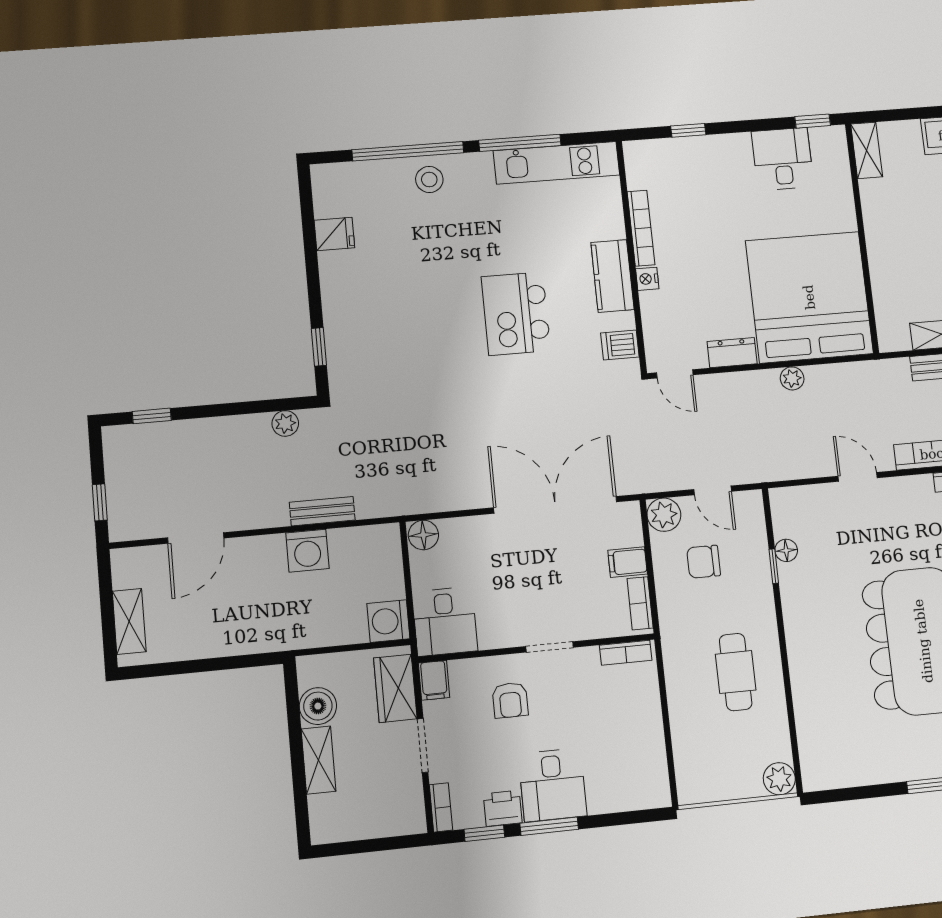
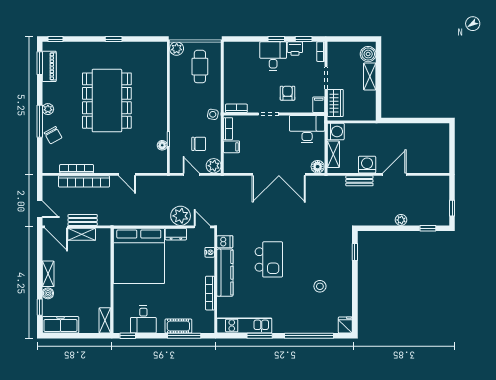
window: (688, 130) -> (184, 336), width x2.17
window: (520, 143) -> (260, 336), width x0.69
cot: (704, 151) -> (178, 326), added
stool: (429, 179) -> (320, 286), moved
fridge: (334, 234) -> (345, 325), moved, turned 90
kitchen counter: (612, 276) -> (225, 273), width x1.50
nightstand: (647, 279) -> (210, 252), moved
plant: (792, 378) -> (181, 216), moved, width x1.88, depth x1.88
plant: (285, 423) -> (401, 220), moved
window: (100, 502) -> (452, 208), moved
double door: (555, 505) -> (279, 174), moved
door: (196, 538) -> (394, 174), moved
shelving: (129, 621) -> (333, 154), moved
desk: (445, 621) -> (307, 129), width x1.37
side table: (679, 633) -> (213, 114), added
cafe table: (736, 672) -> (200, 67), moved
boiler: (318, 706) -> (368, 54), moved
window: (549, 826) -> (276, 39), width x0.67

